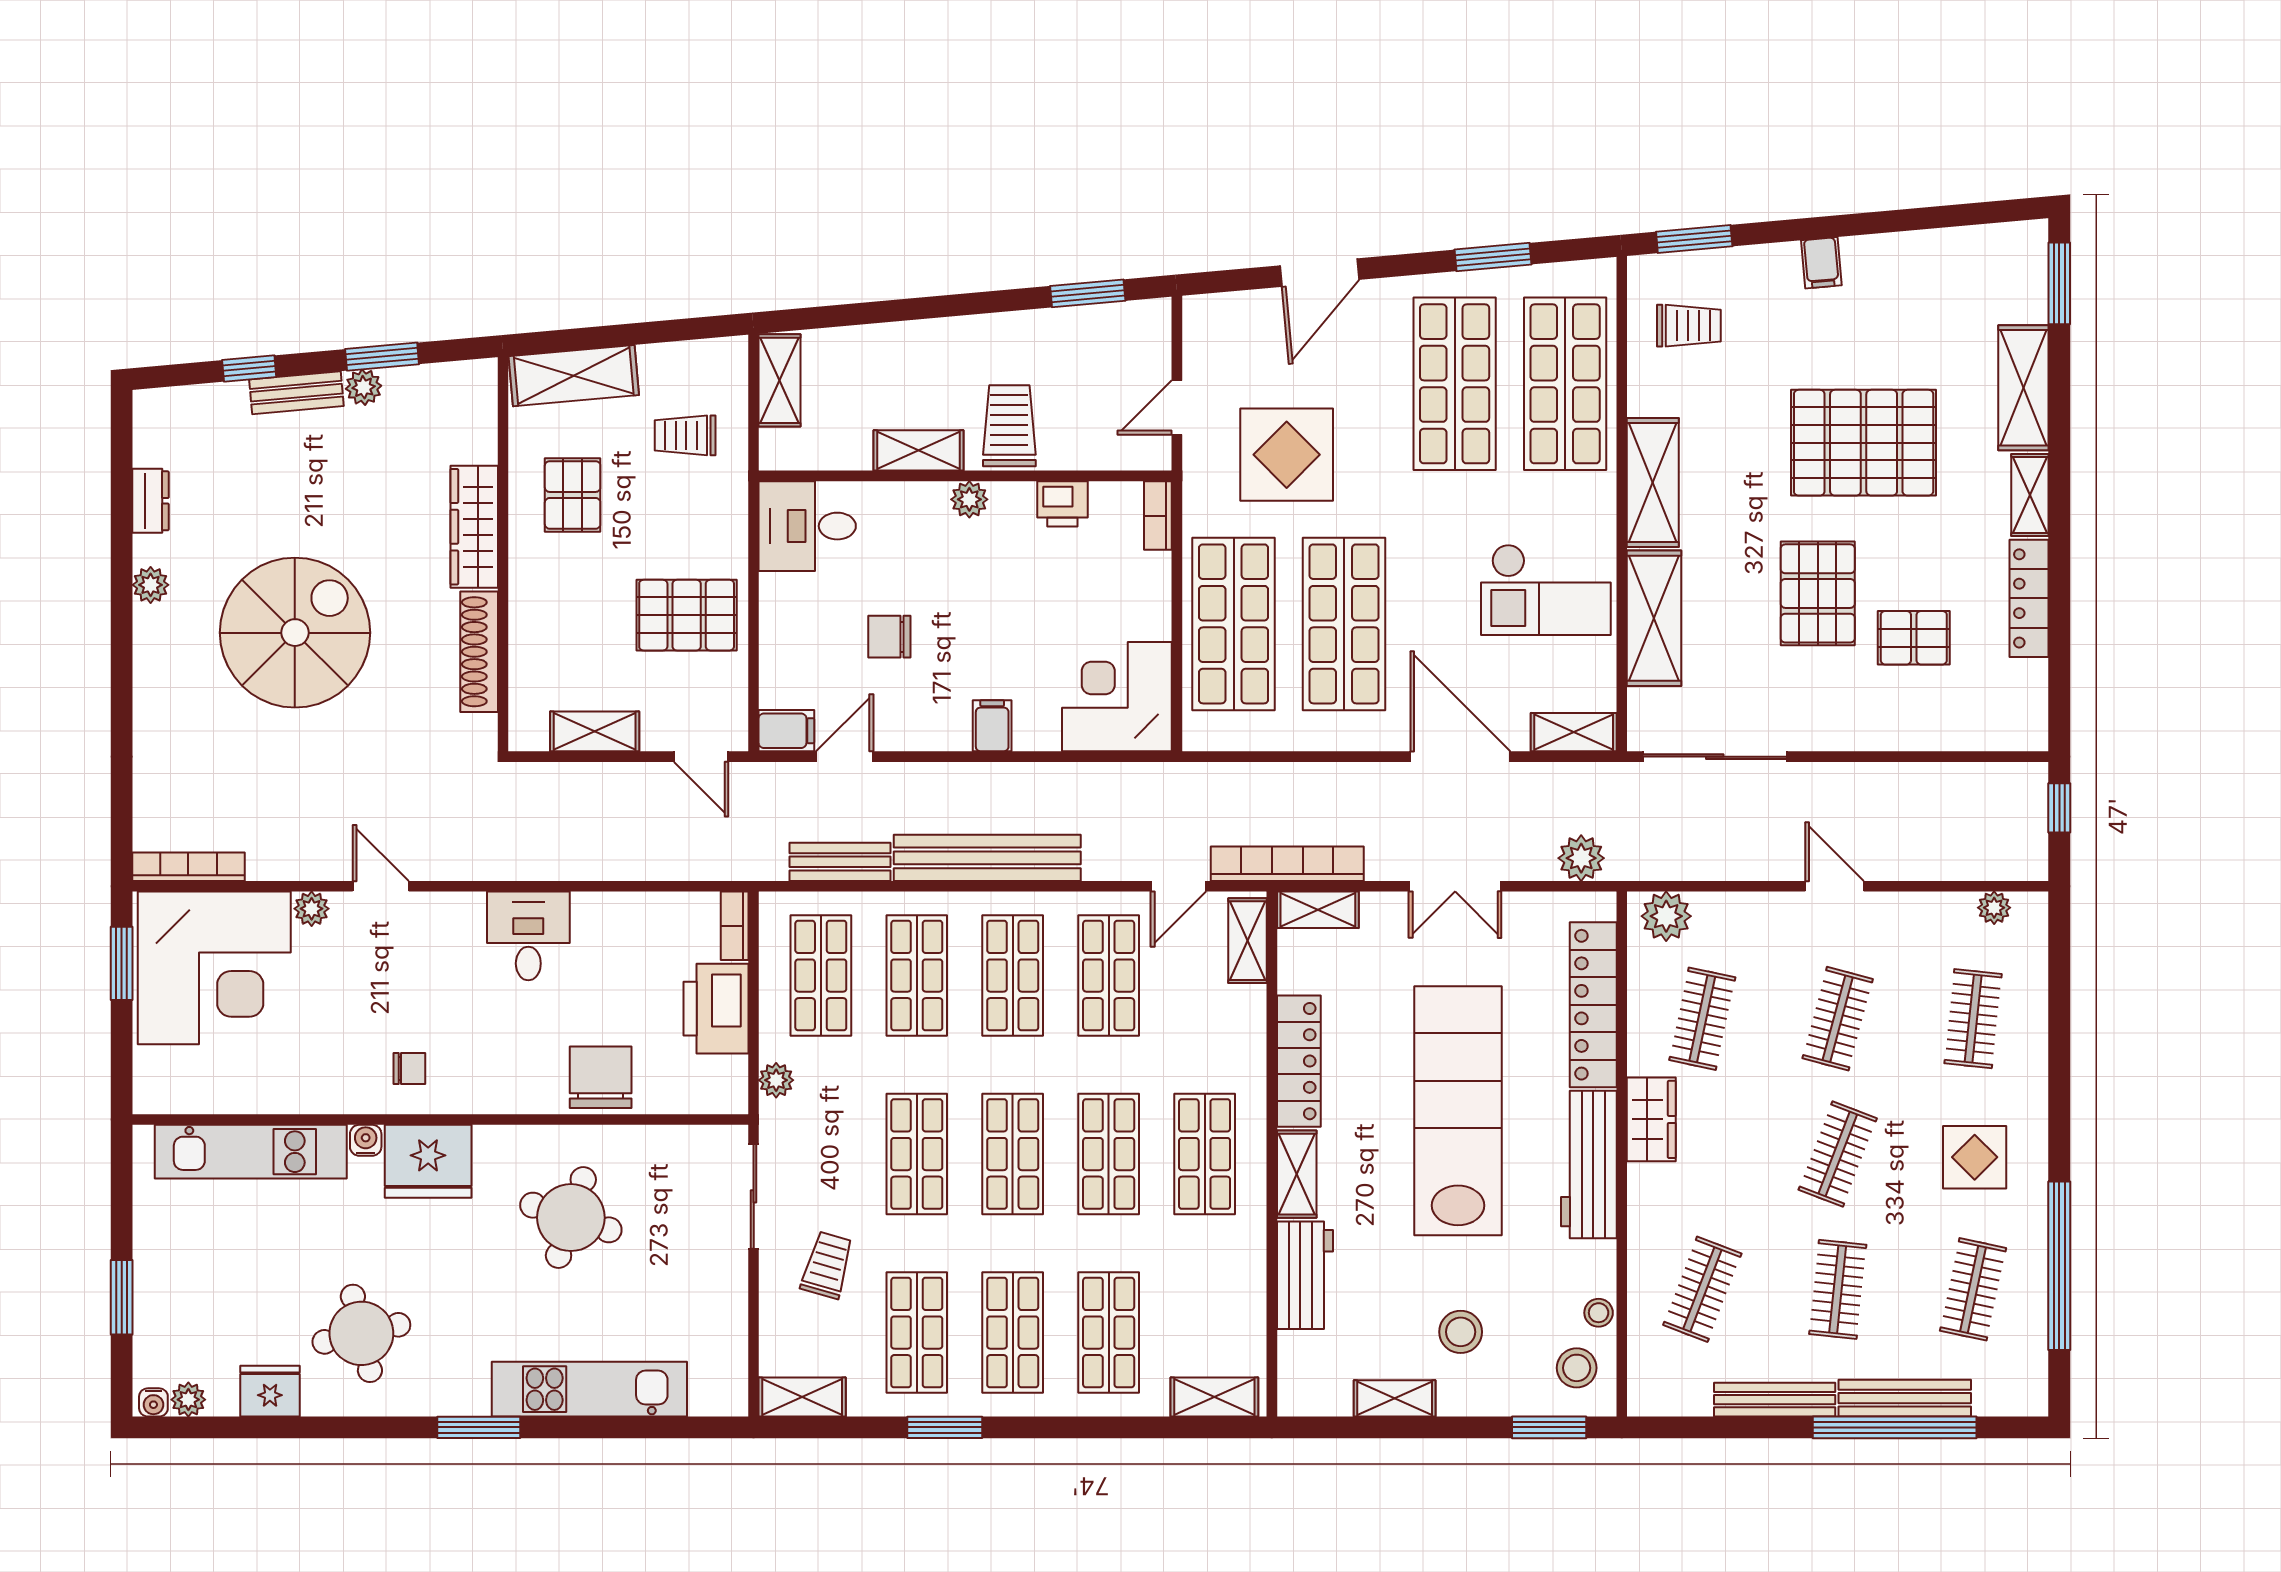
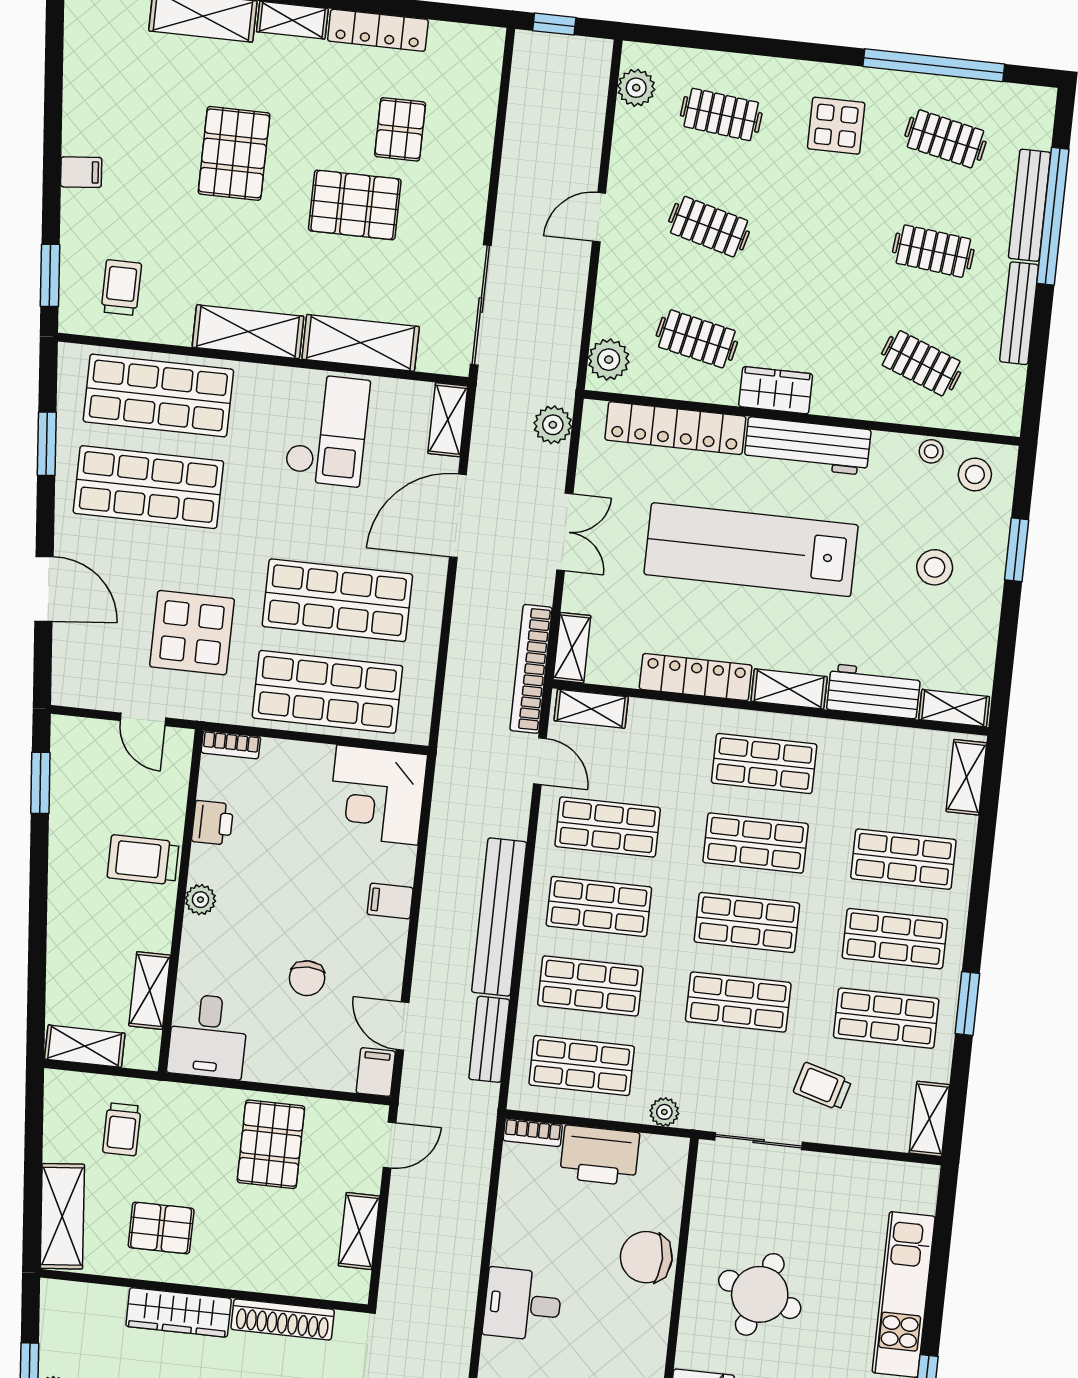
pallet: (1864, 443) -> (234, 153), width x0.73, depth x0.71
shelving: (918, 450) -> (150, 991), moved
plant: (1994, 908) -> (636, 88), width x1.38, depth x1.38
clothes rail: (1838, 1154) -> (821, 239), removed
shelving: (1395, 1398) -> (954, 708), moved, turned 90
window: (1549, 1427) -> (1017, 550), moved

